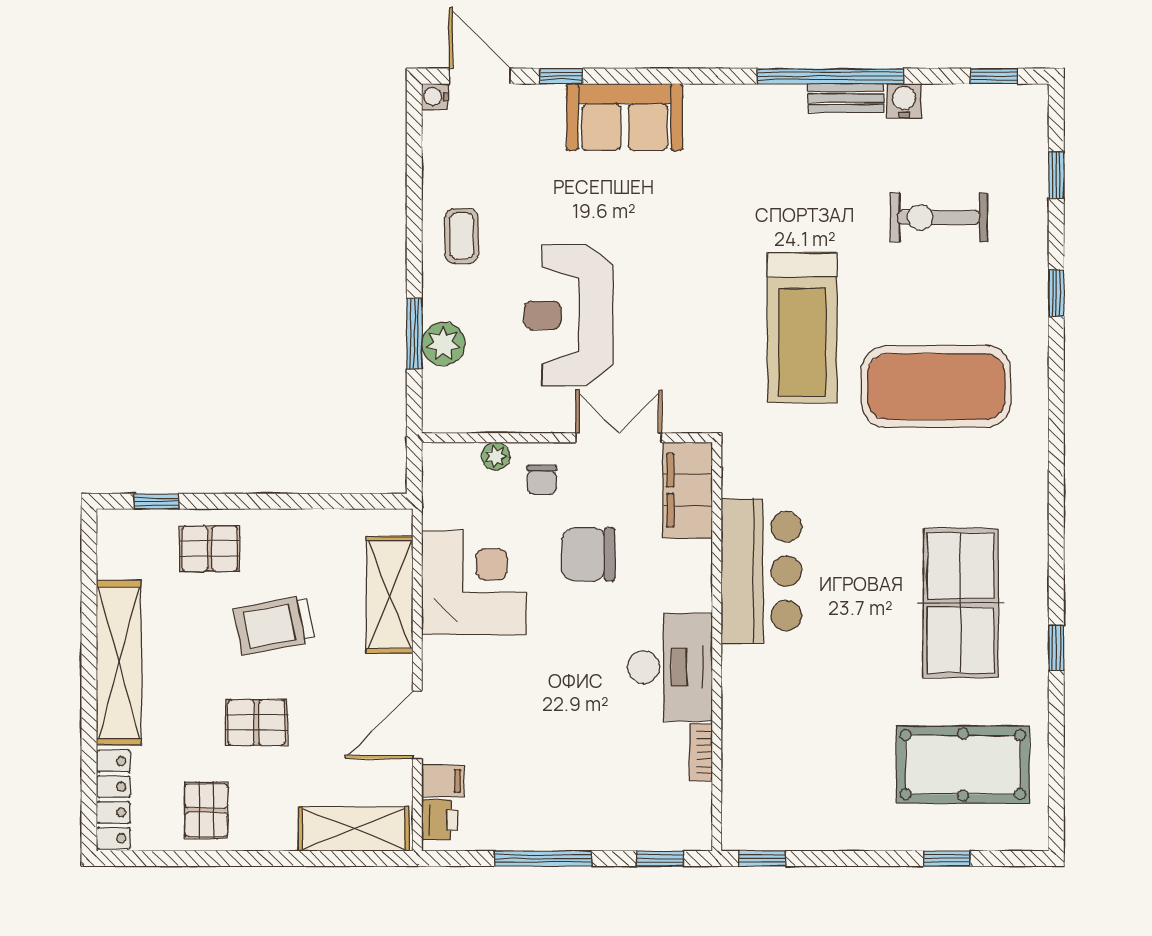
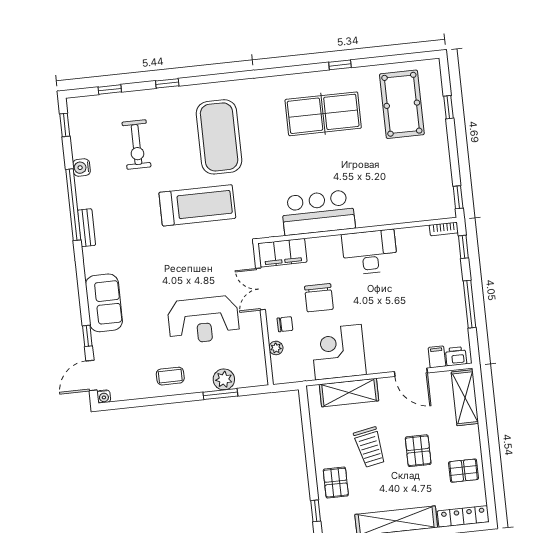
bench: (846, 98) -> (87, 228), moved
bookcase: (701, 752) -> (444, 229), moved

